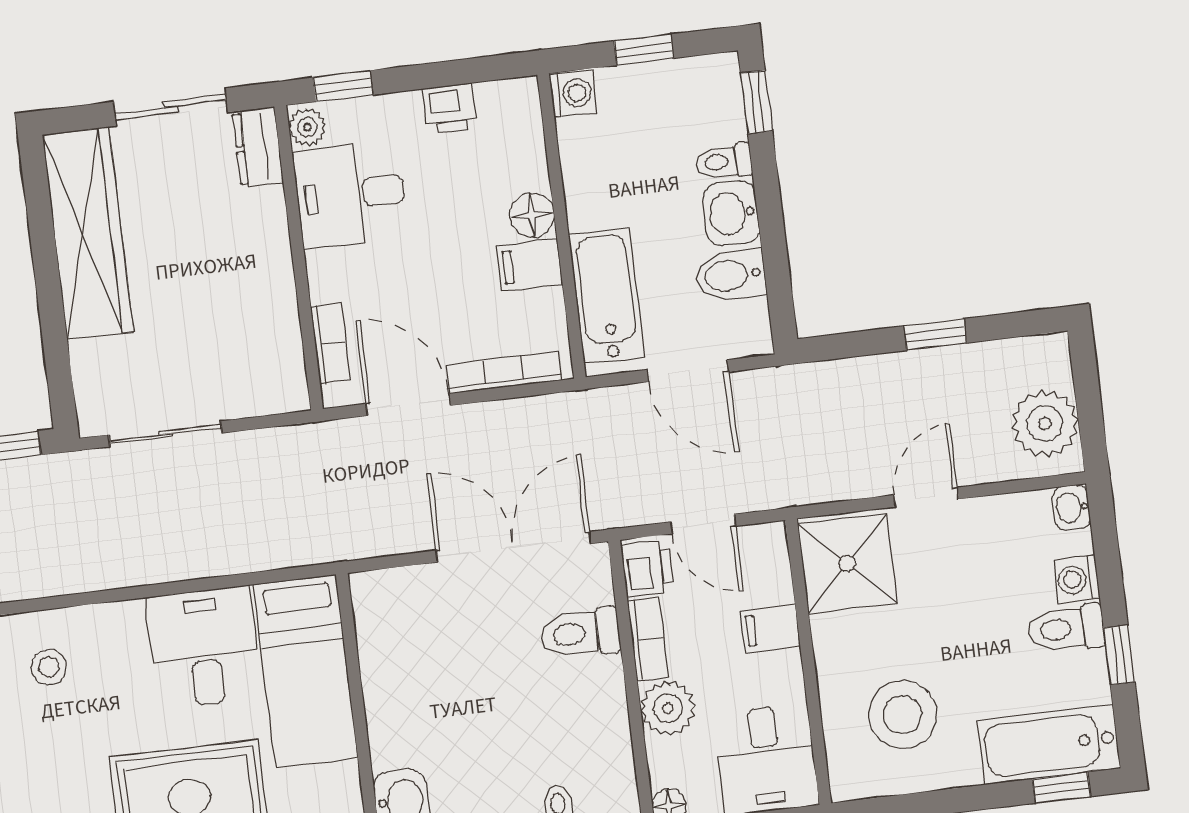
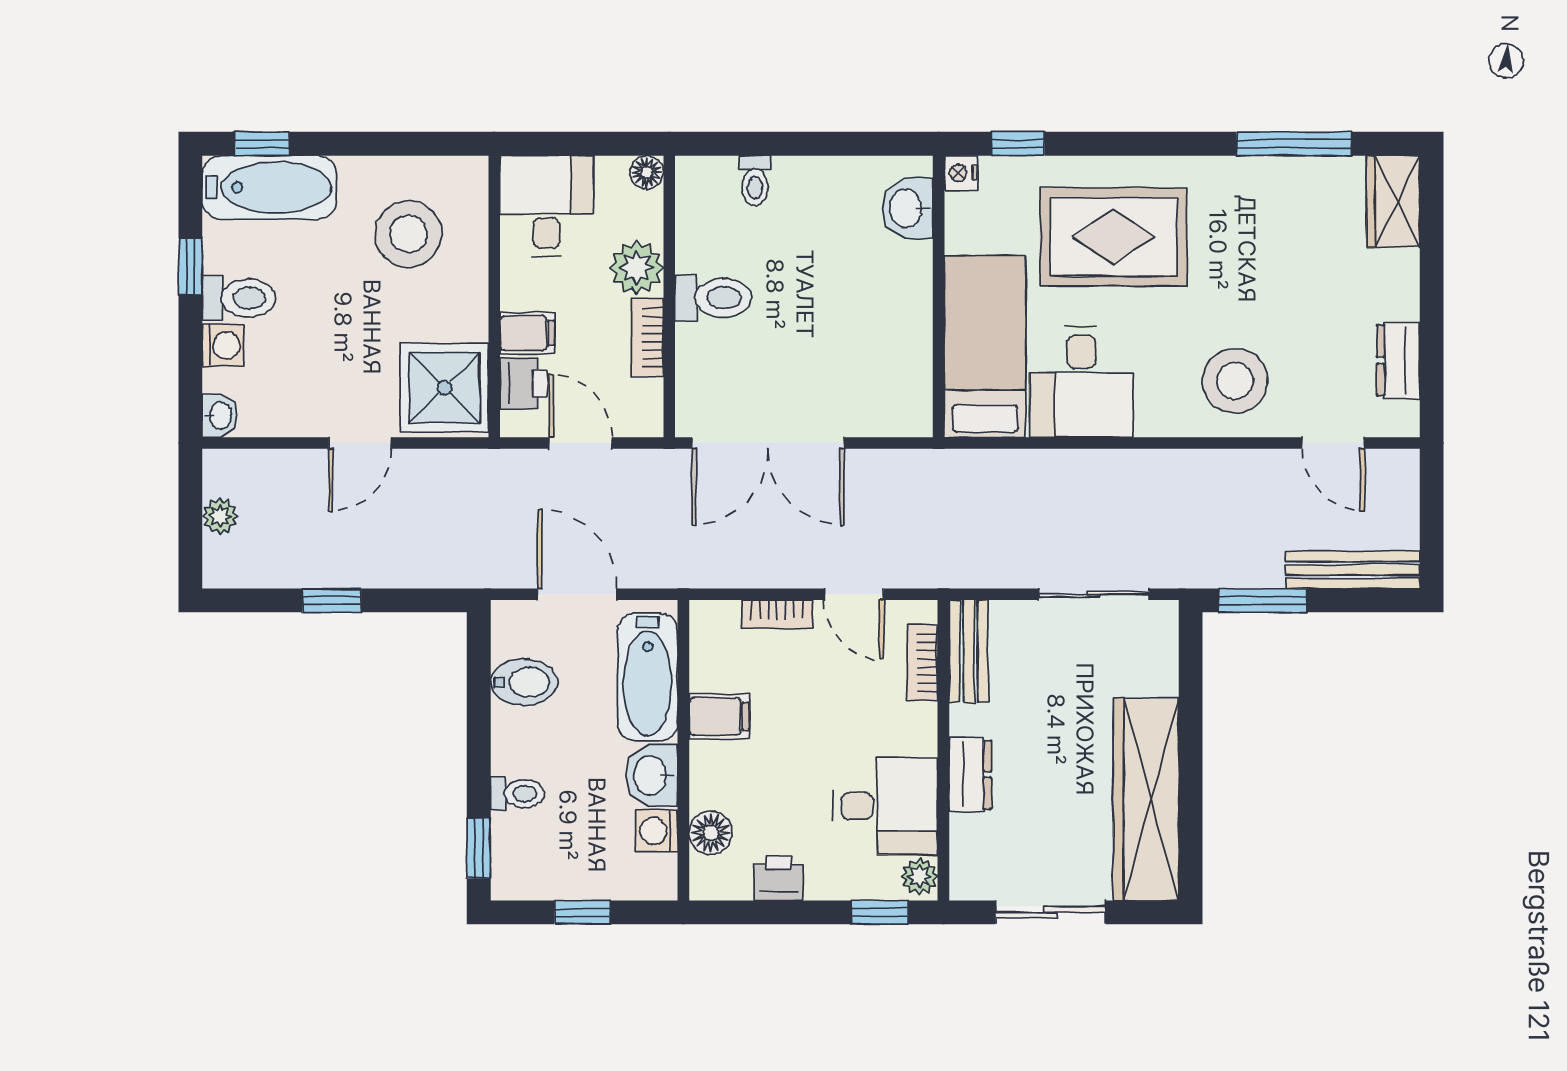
washing machine: (573, 93) -> (657, 831), moved
dresser: (258, 147) -> (970, 775), moved
washbasin: (731, 213) -> (652, 776), moved, turned 180
floor lamp: (532, 215) -> (711, 833), moved
bench: (285, 361) -> (969, 651), added
bookcase: (504, 373) -> (777, 614), width x0.64
door: (408, 405) -> (854, 594), width x0.73
plant: (1045, 424) -> (220, 516), width x0.53, depth x0.53
printer: (647, 568) -> (524, 383), moved, turned 180
toilet: (580, 633) -> (713, 298), moved
stool: (49, 667) -> (1235, 381), width x1.89, depth x1.89

